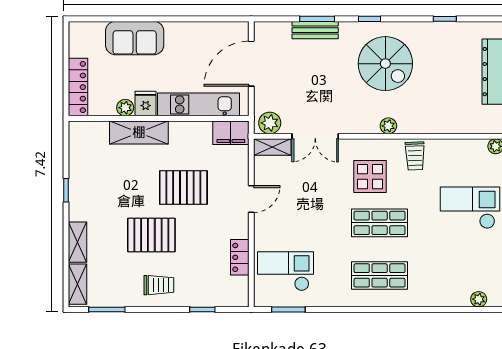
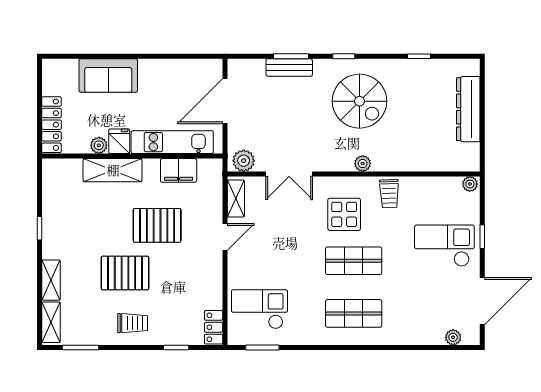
filing cabinet: (231, 133) -> (179, 170), moved
shelving: (272, 147) -> (236, 198), moved, turned 90
locker: (240, 257) -> (214, 327), moved

